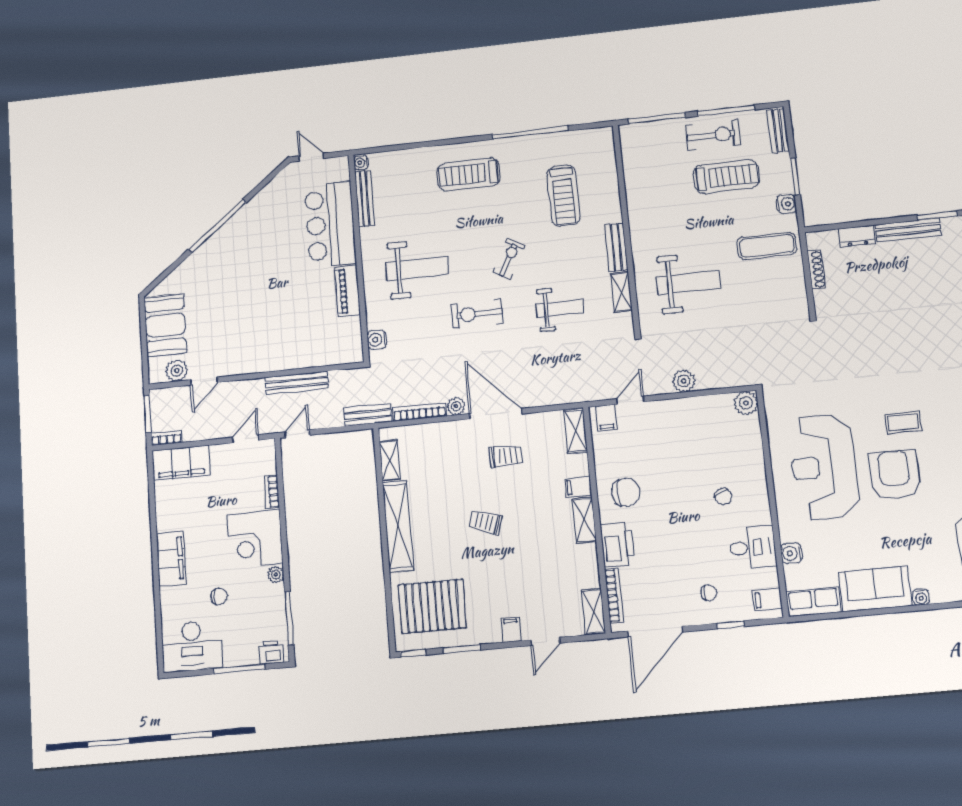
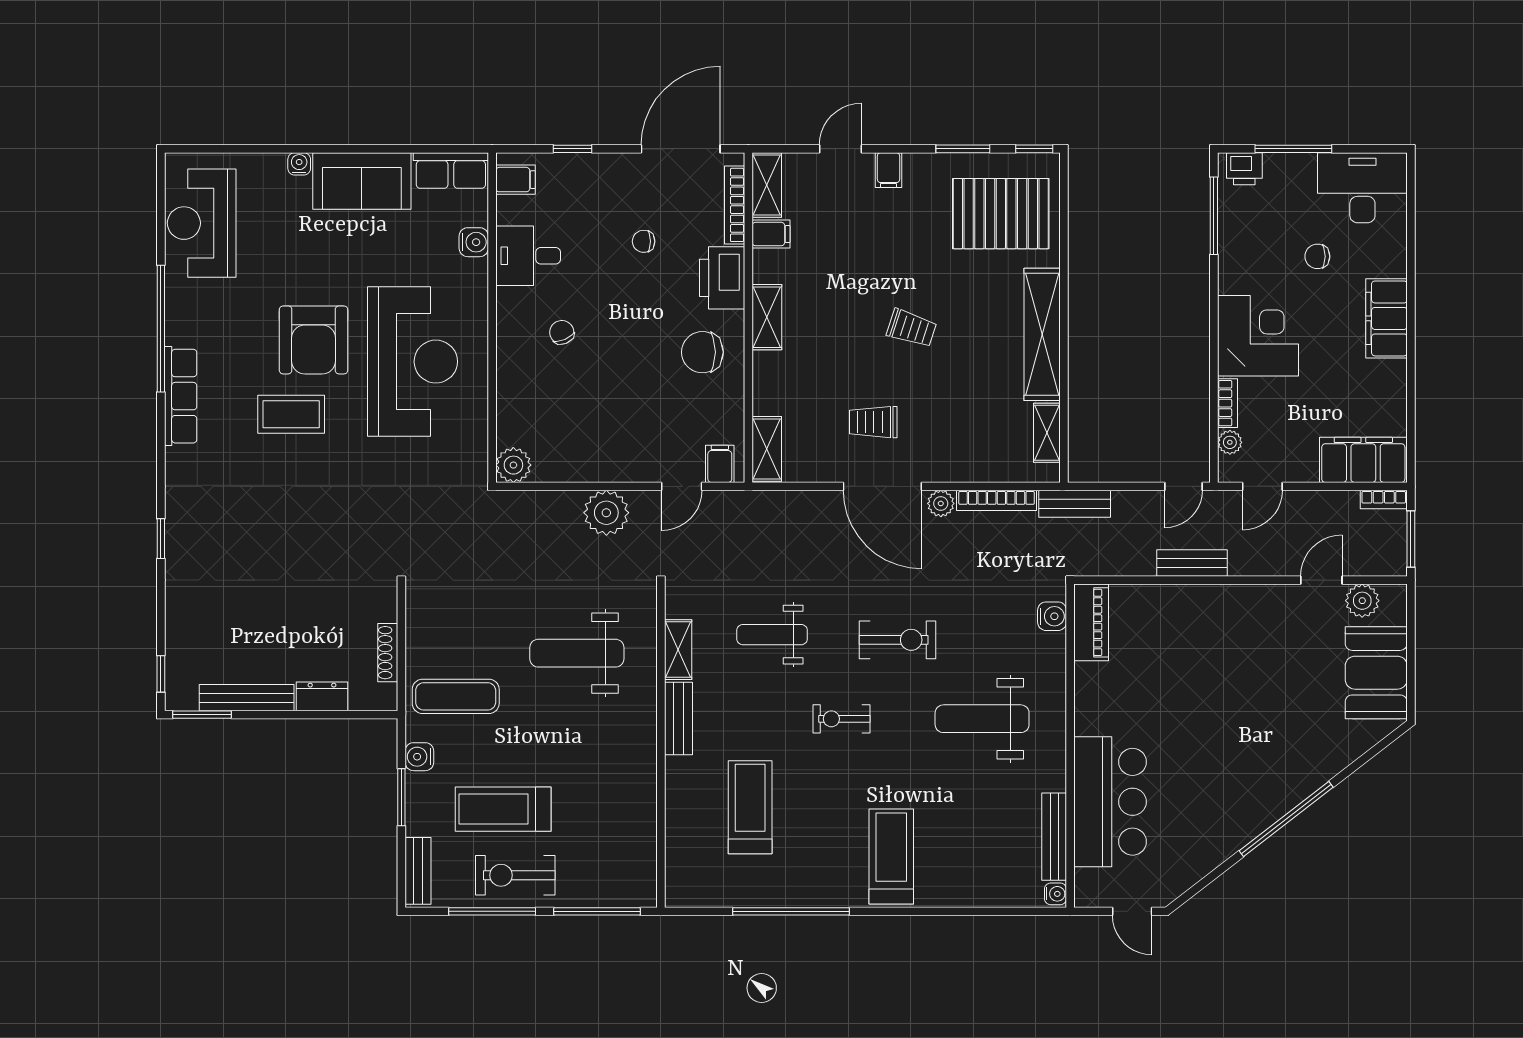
treadmill: (469, 174) -> (891, 857), turned -90
exercise bike: (509, 259) -> (842, 719), turned 61
piano: (347, 291) -> (1091, 622), moved
plant: (684, 381) -> (606, 513), width x1.36, depth x1.36
bench: (296, 383) -> (1192, 563), width x0.73
coffee table: (903, 422) -> (291, 414), width x1.36, depth x1.30
filing cabinet: (578, 487) -> (771, 234), moved
plant: (276, 574) -> (1230, 442), moved
chair: (709, 593) -> (644, 241), moved

